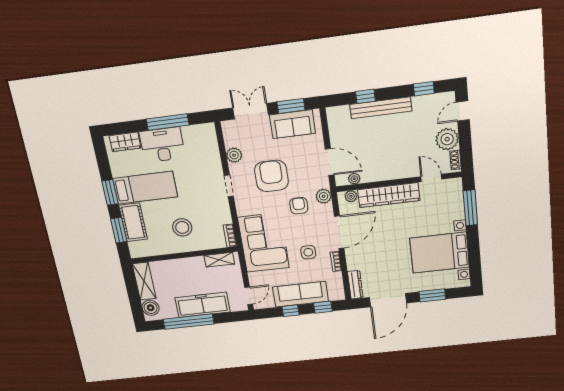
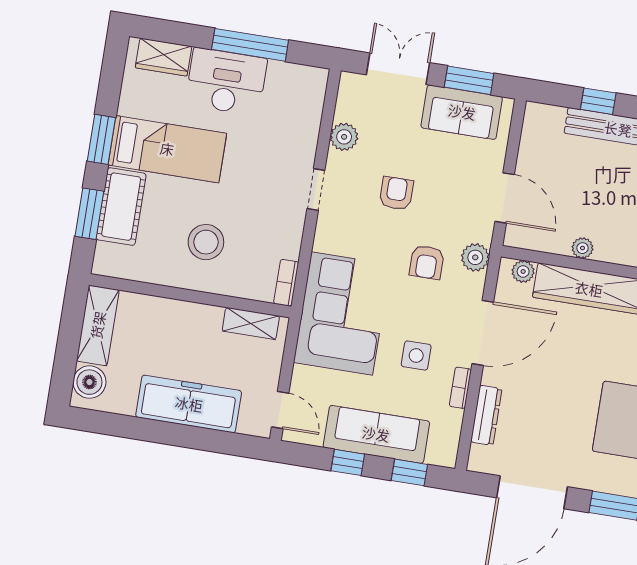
armchair: (271, 176) -> (396, 193), width x0.53, depth x0.53
plant: (354, 179) -> (582, 248), moved
armchair: (299, 206) -> (427, 262), turned 180
dresser: (355, 285) -> (486, 415), moved
door: (249, 296) -> (280, 410), hinge flipped
window: (188, 322) -> (150, 430), removed

